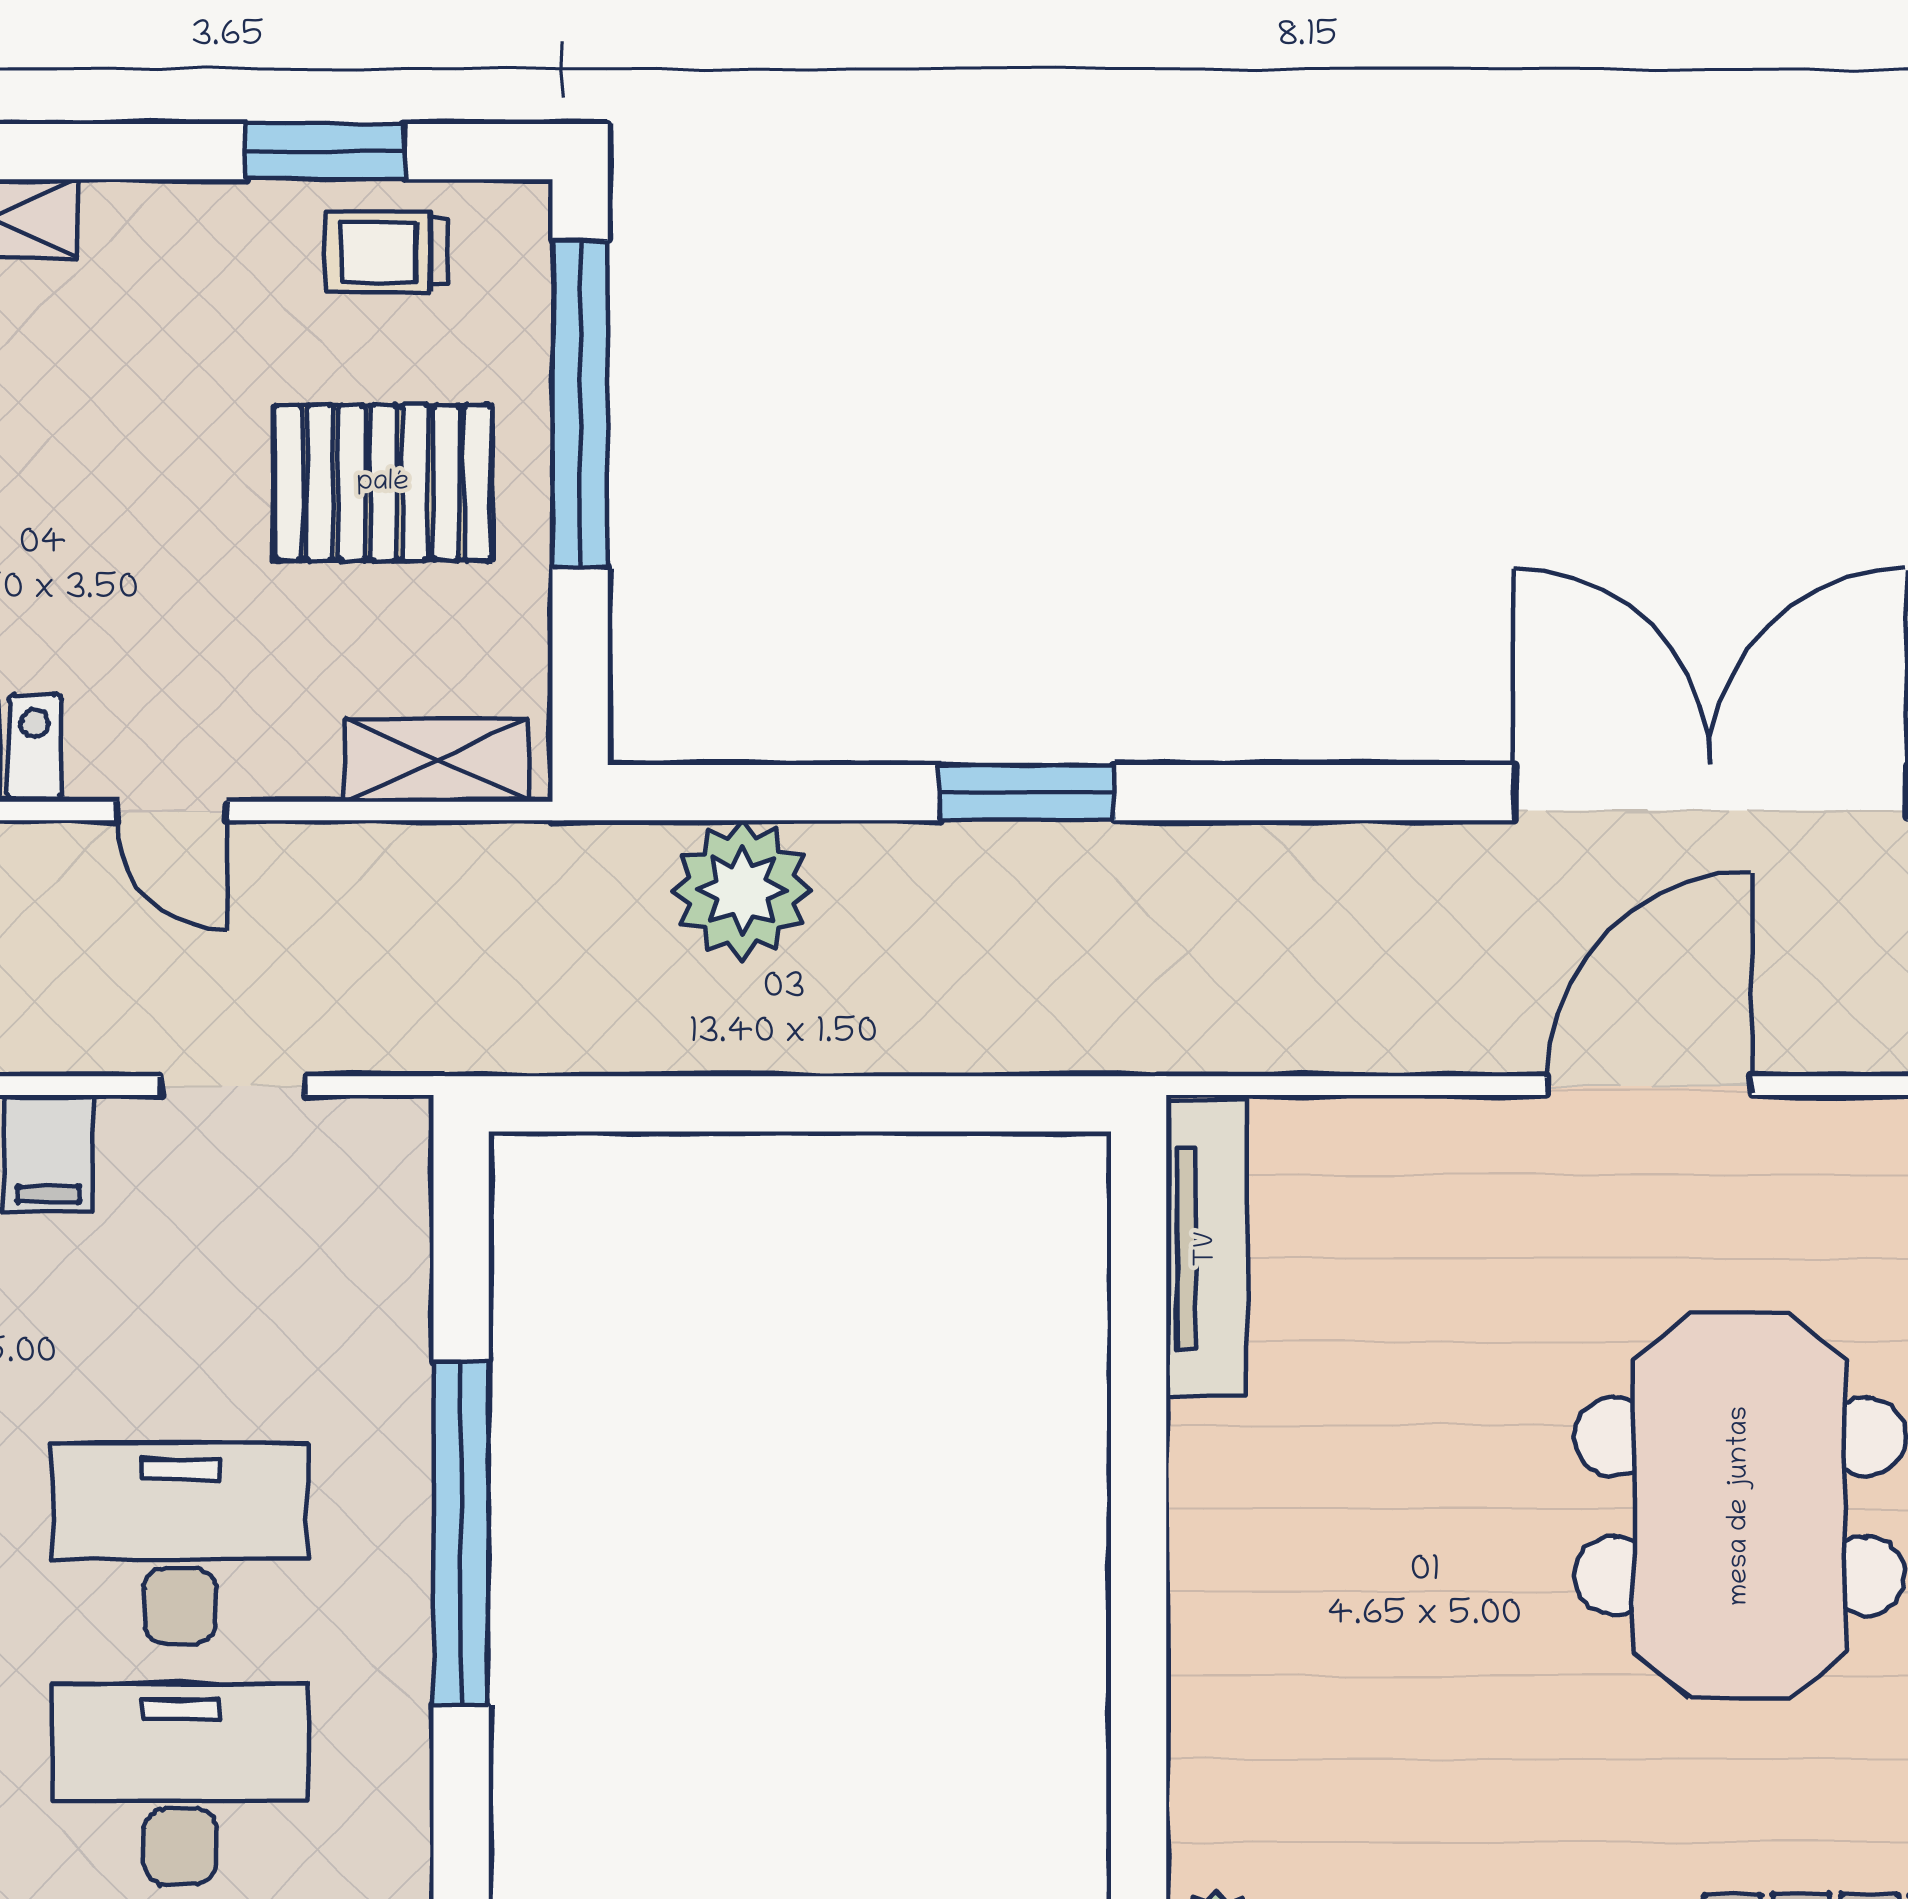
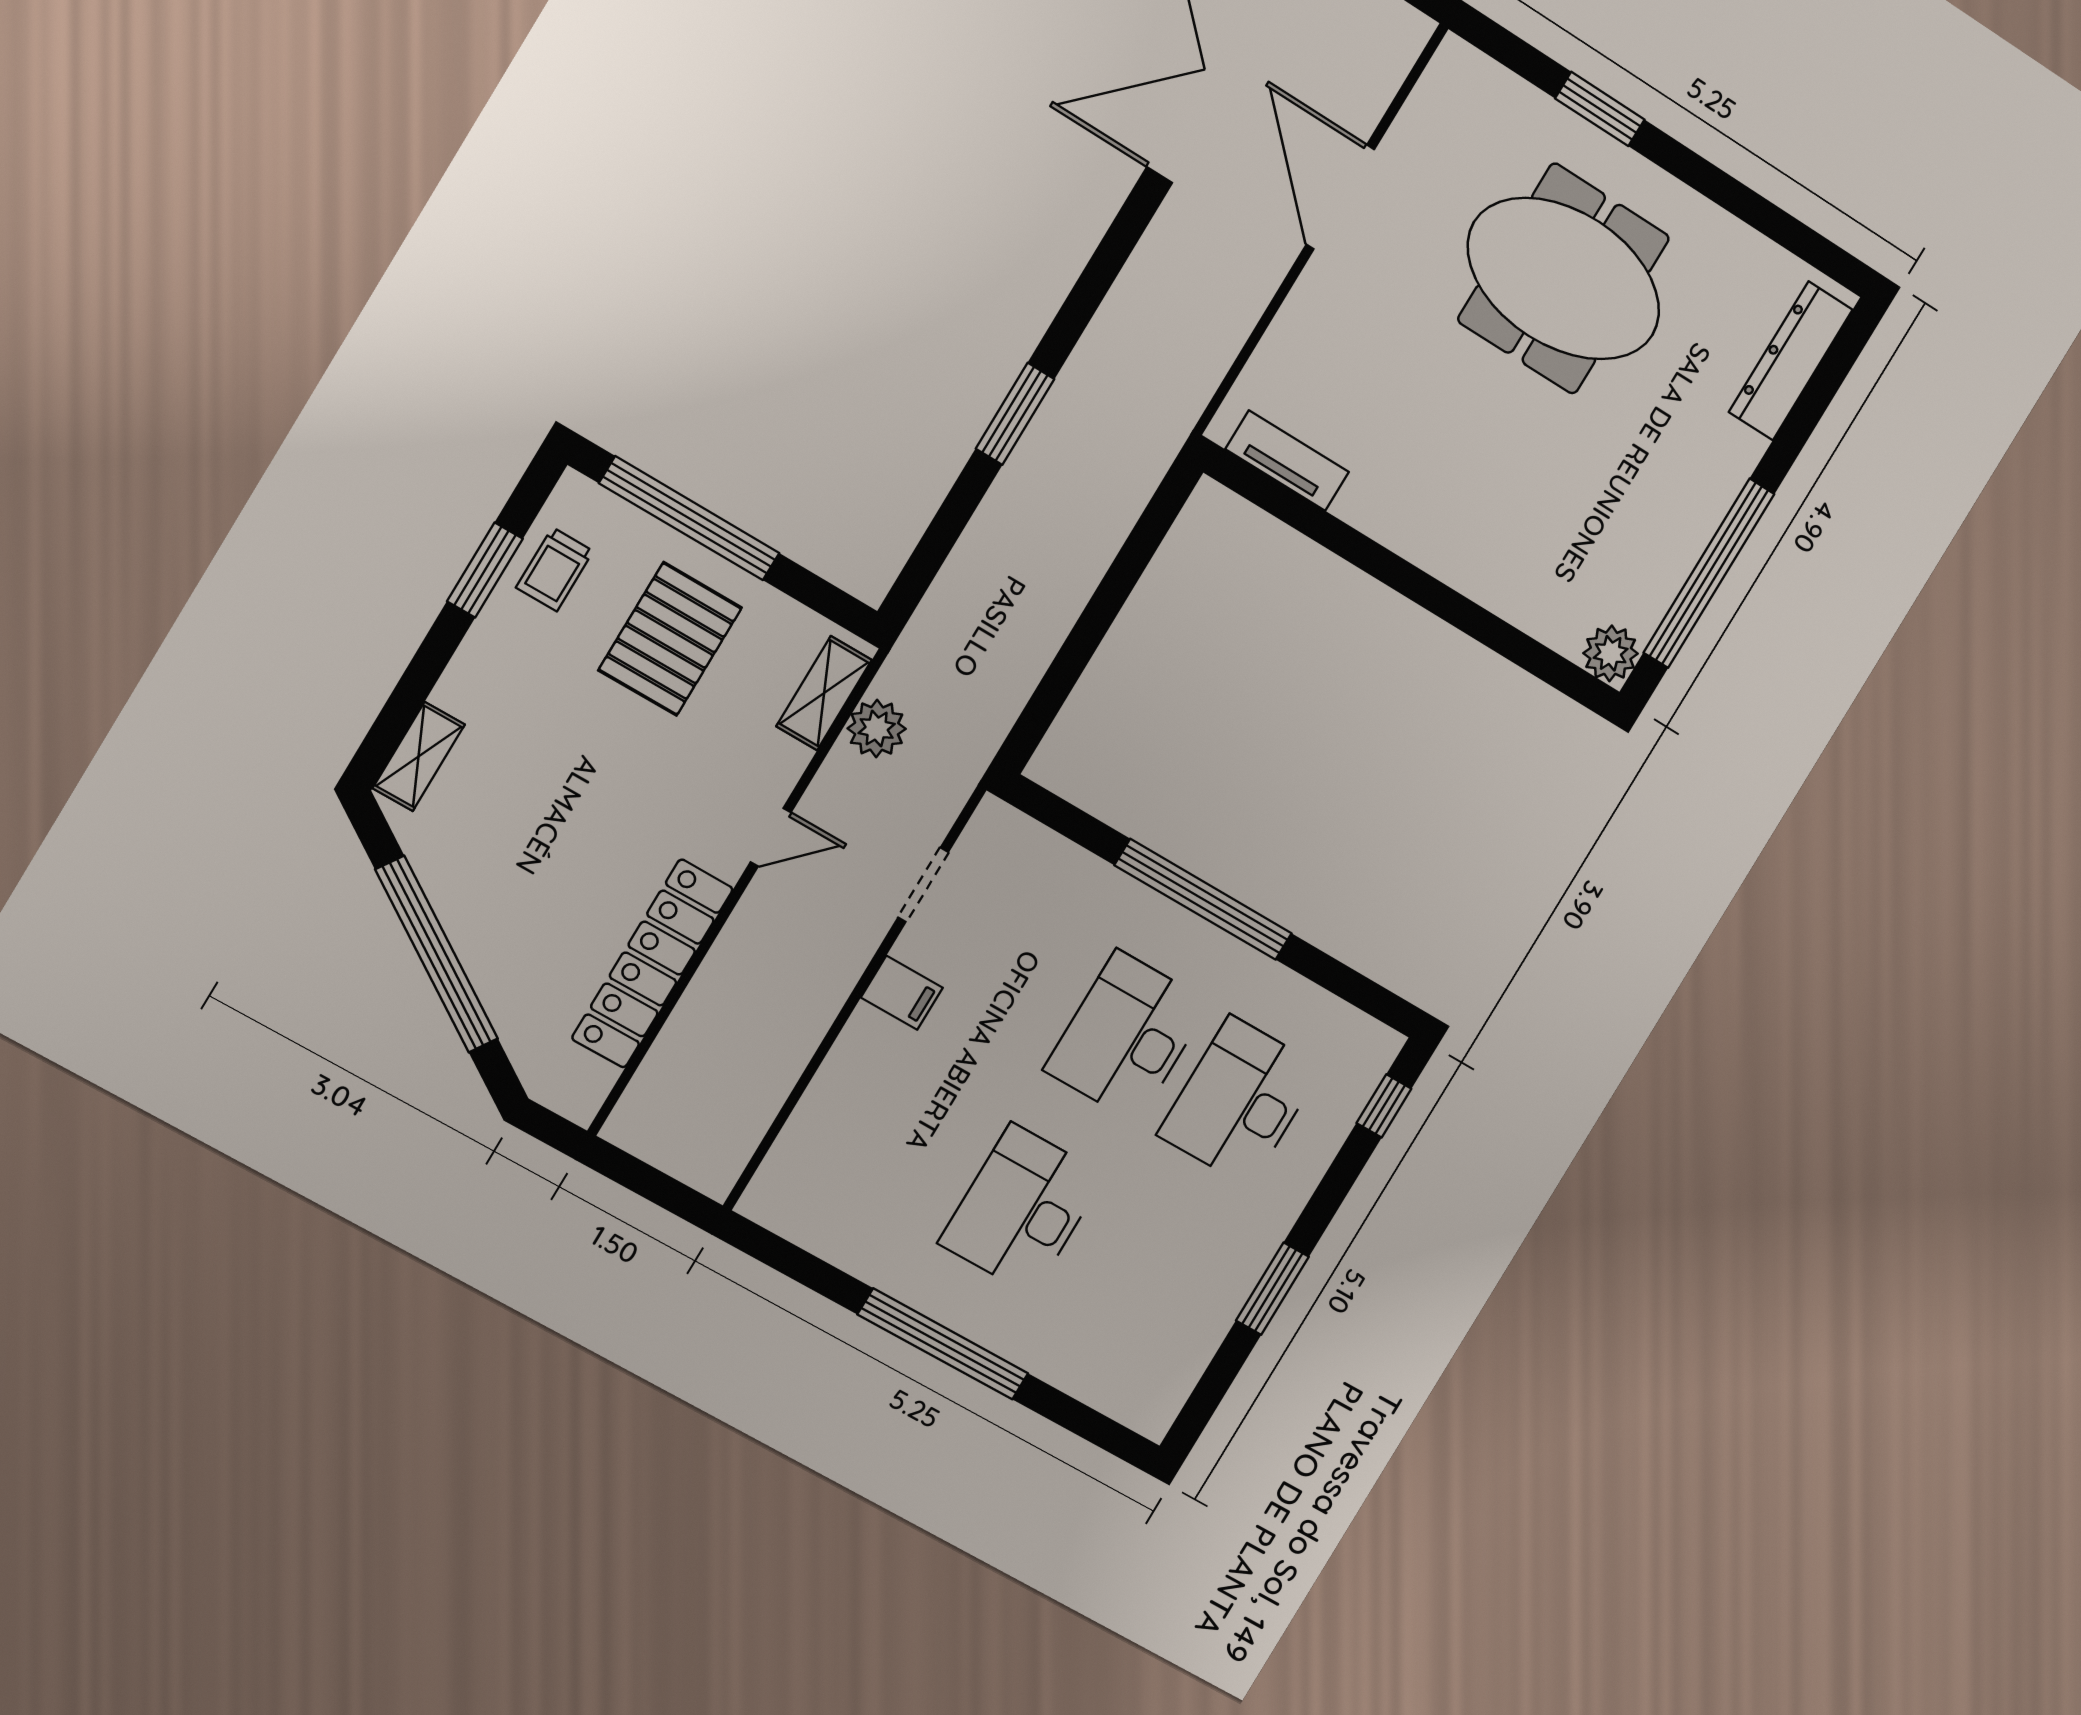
plant: (742, 890) -> (877, 729), moved, width x0.73, depth x0.73
tv unit: (1207, 1249) -> (1287, 461), width x0.71

